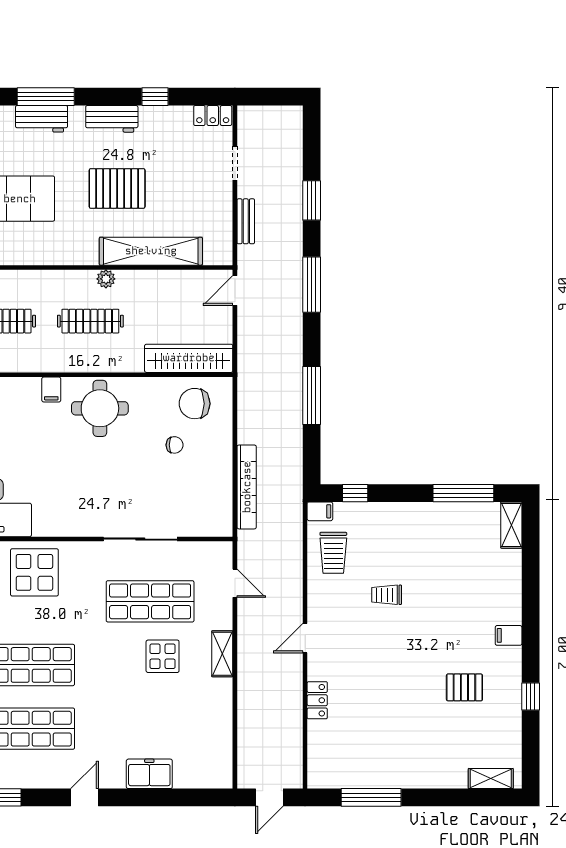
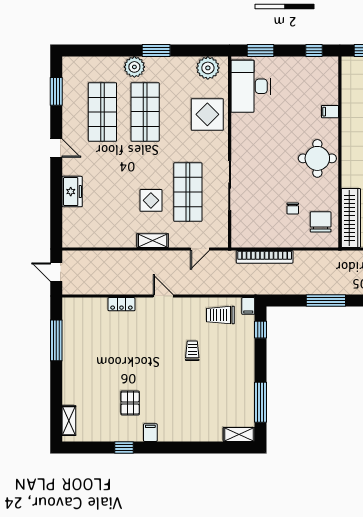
filing cabinet: (51, 389) -> (330, 112), moved
filing cabinet: (509, 635) -> (150, 433), moved

